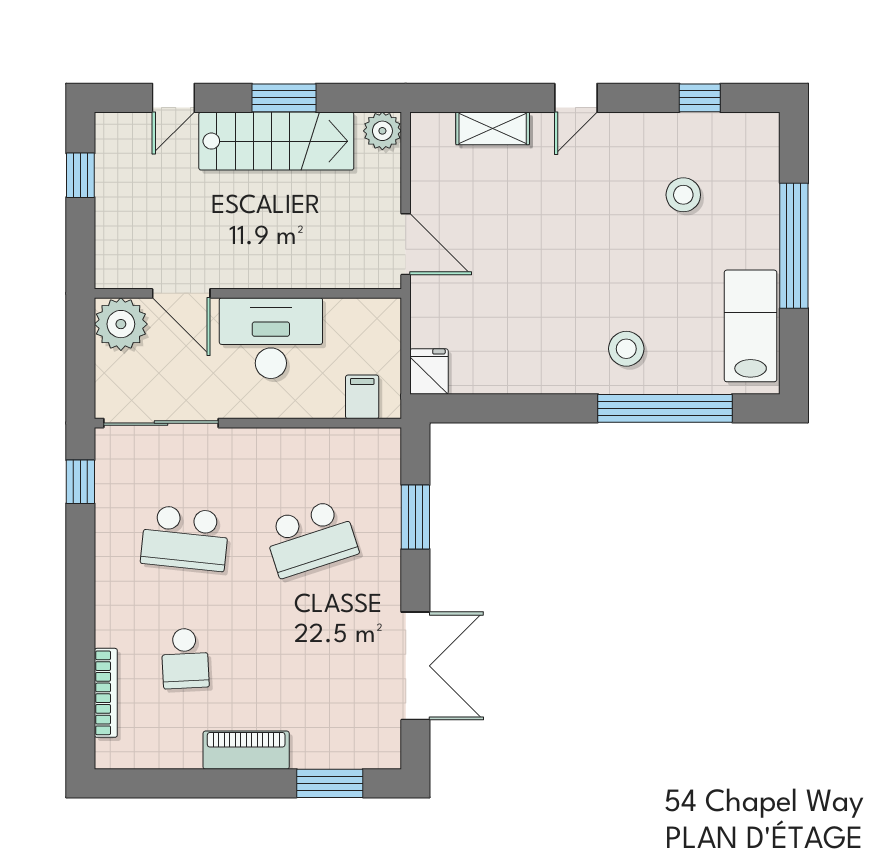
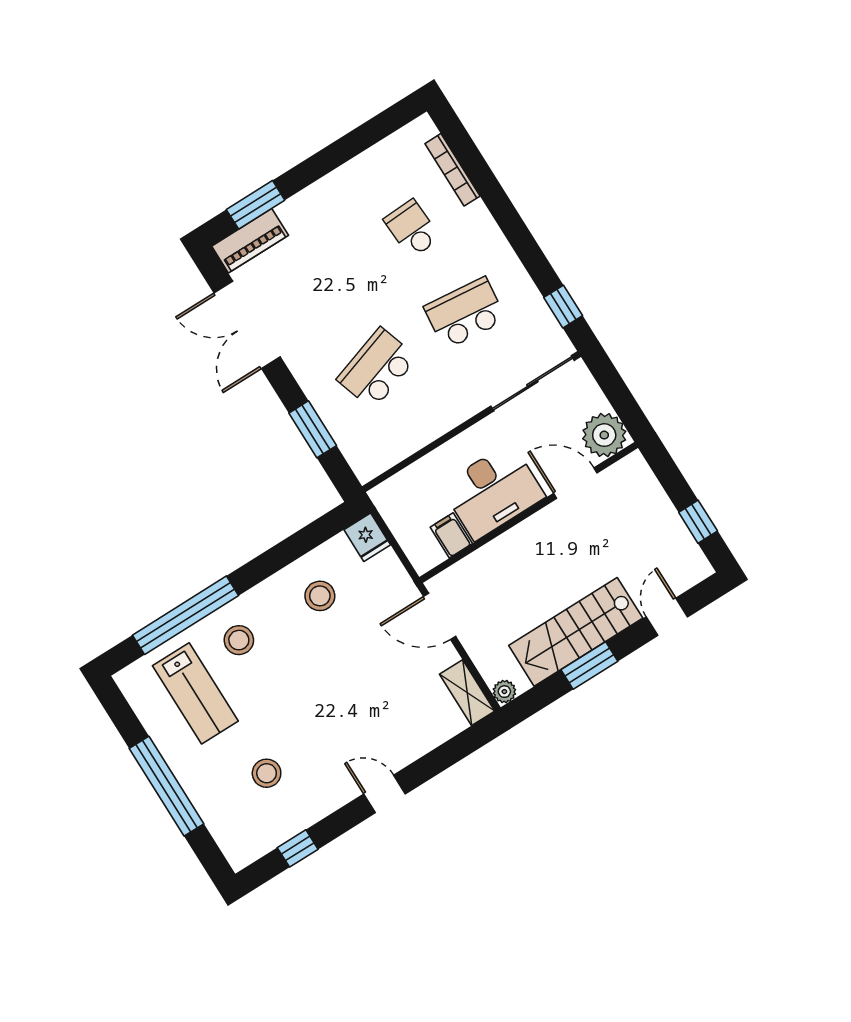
door: (576, 98) -> (385, 794), hinge flipped
shelving: (493, 128) -> (467, 693), moved, turned 90
plant: (382, 131) -> (504, 692), width x0.73, depth x0.73
lab bench: (751, 326) -> (195, 693), moved
stool: (515, 342) -> (320, 596), added
filing cabinet: (362, 397) -> (451, 535), moved, turned 180
piano: (246, 750) -> (250, 241), moved

